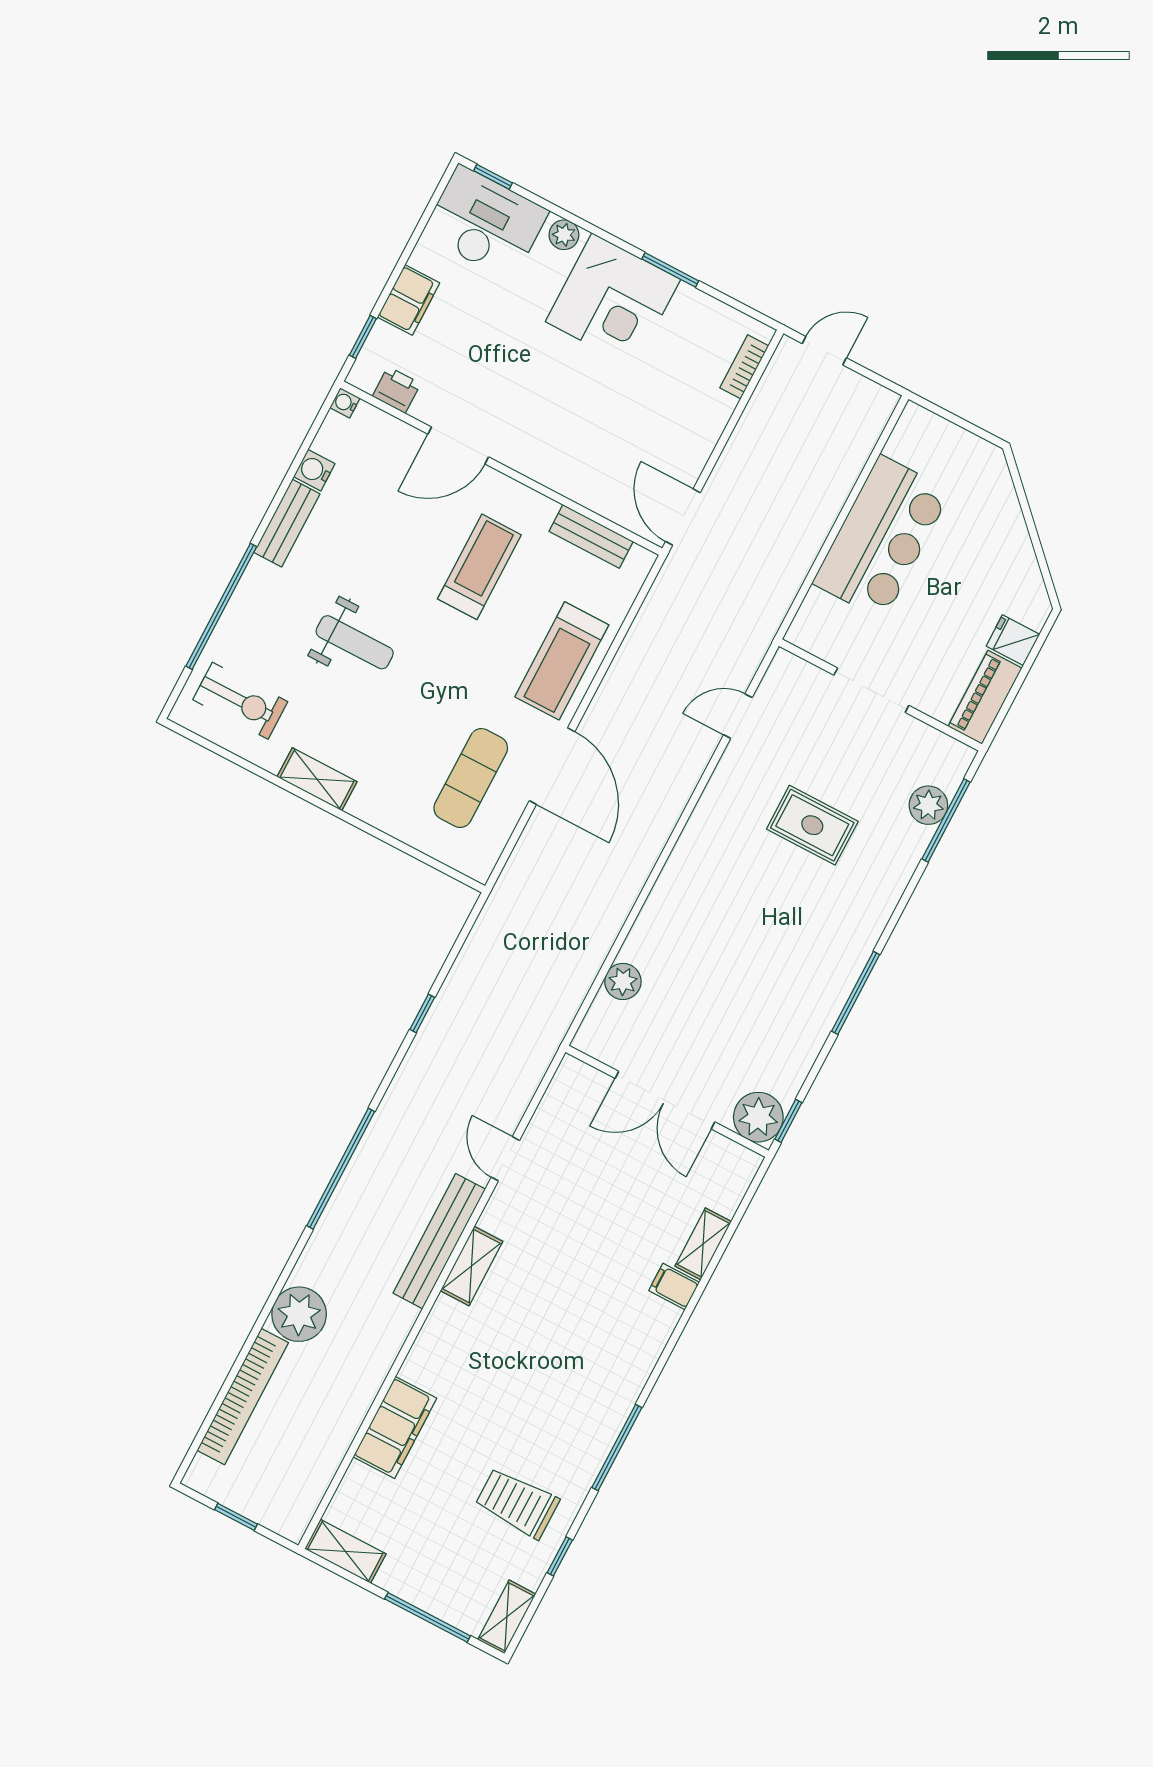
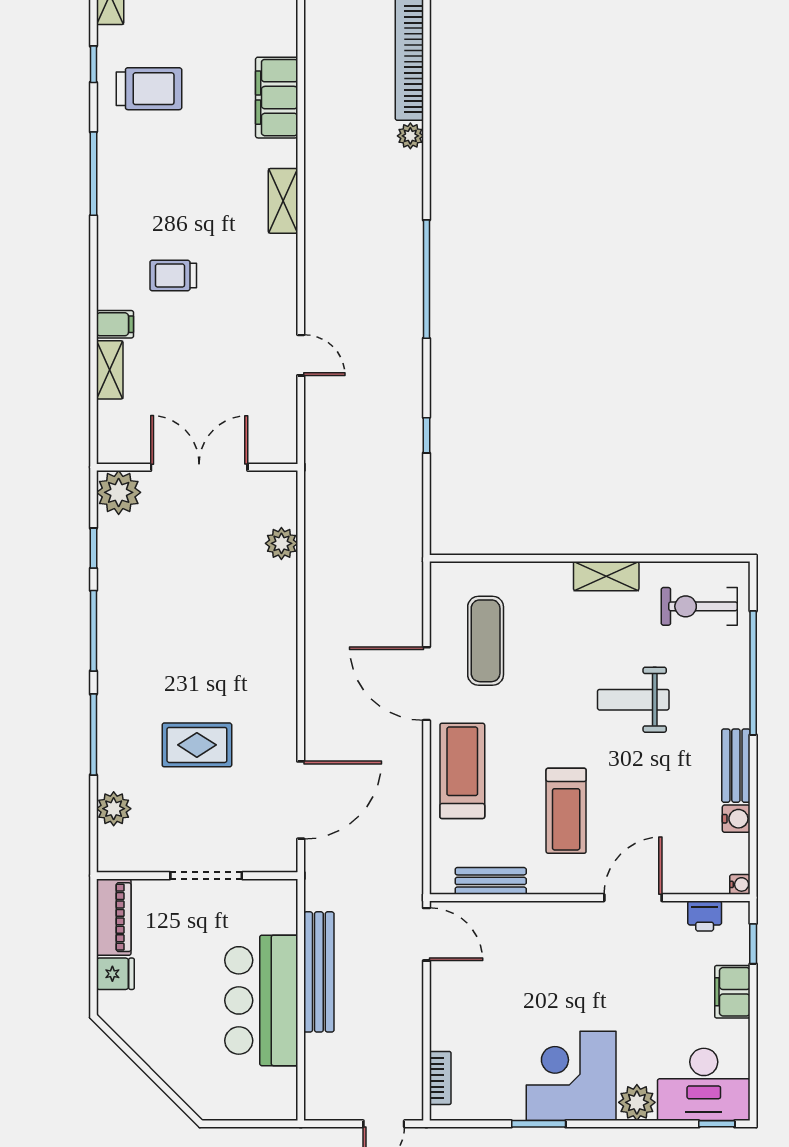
plant: (564, 235) -> (637, 1102), width x1.38, depth x1.38
door: (738, 716) -> (301, 800), width x1.87
window: (946, 821) -> (93, 734), moved
window: (788, 1121) -> (93, 548), moved
bench: (439, 1241) -> (319, 972), moved
shelving: (472, 1266) -> (283, 201), moved
trolley: (591, 1305) -> (173, 276), added
plant: (299, 1314) -> (410, 136), width x0.53, depth x0.53

